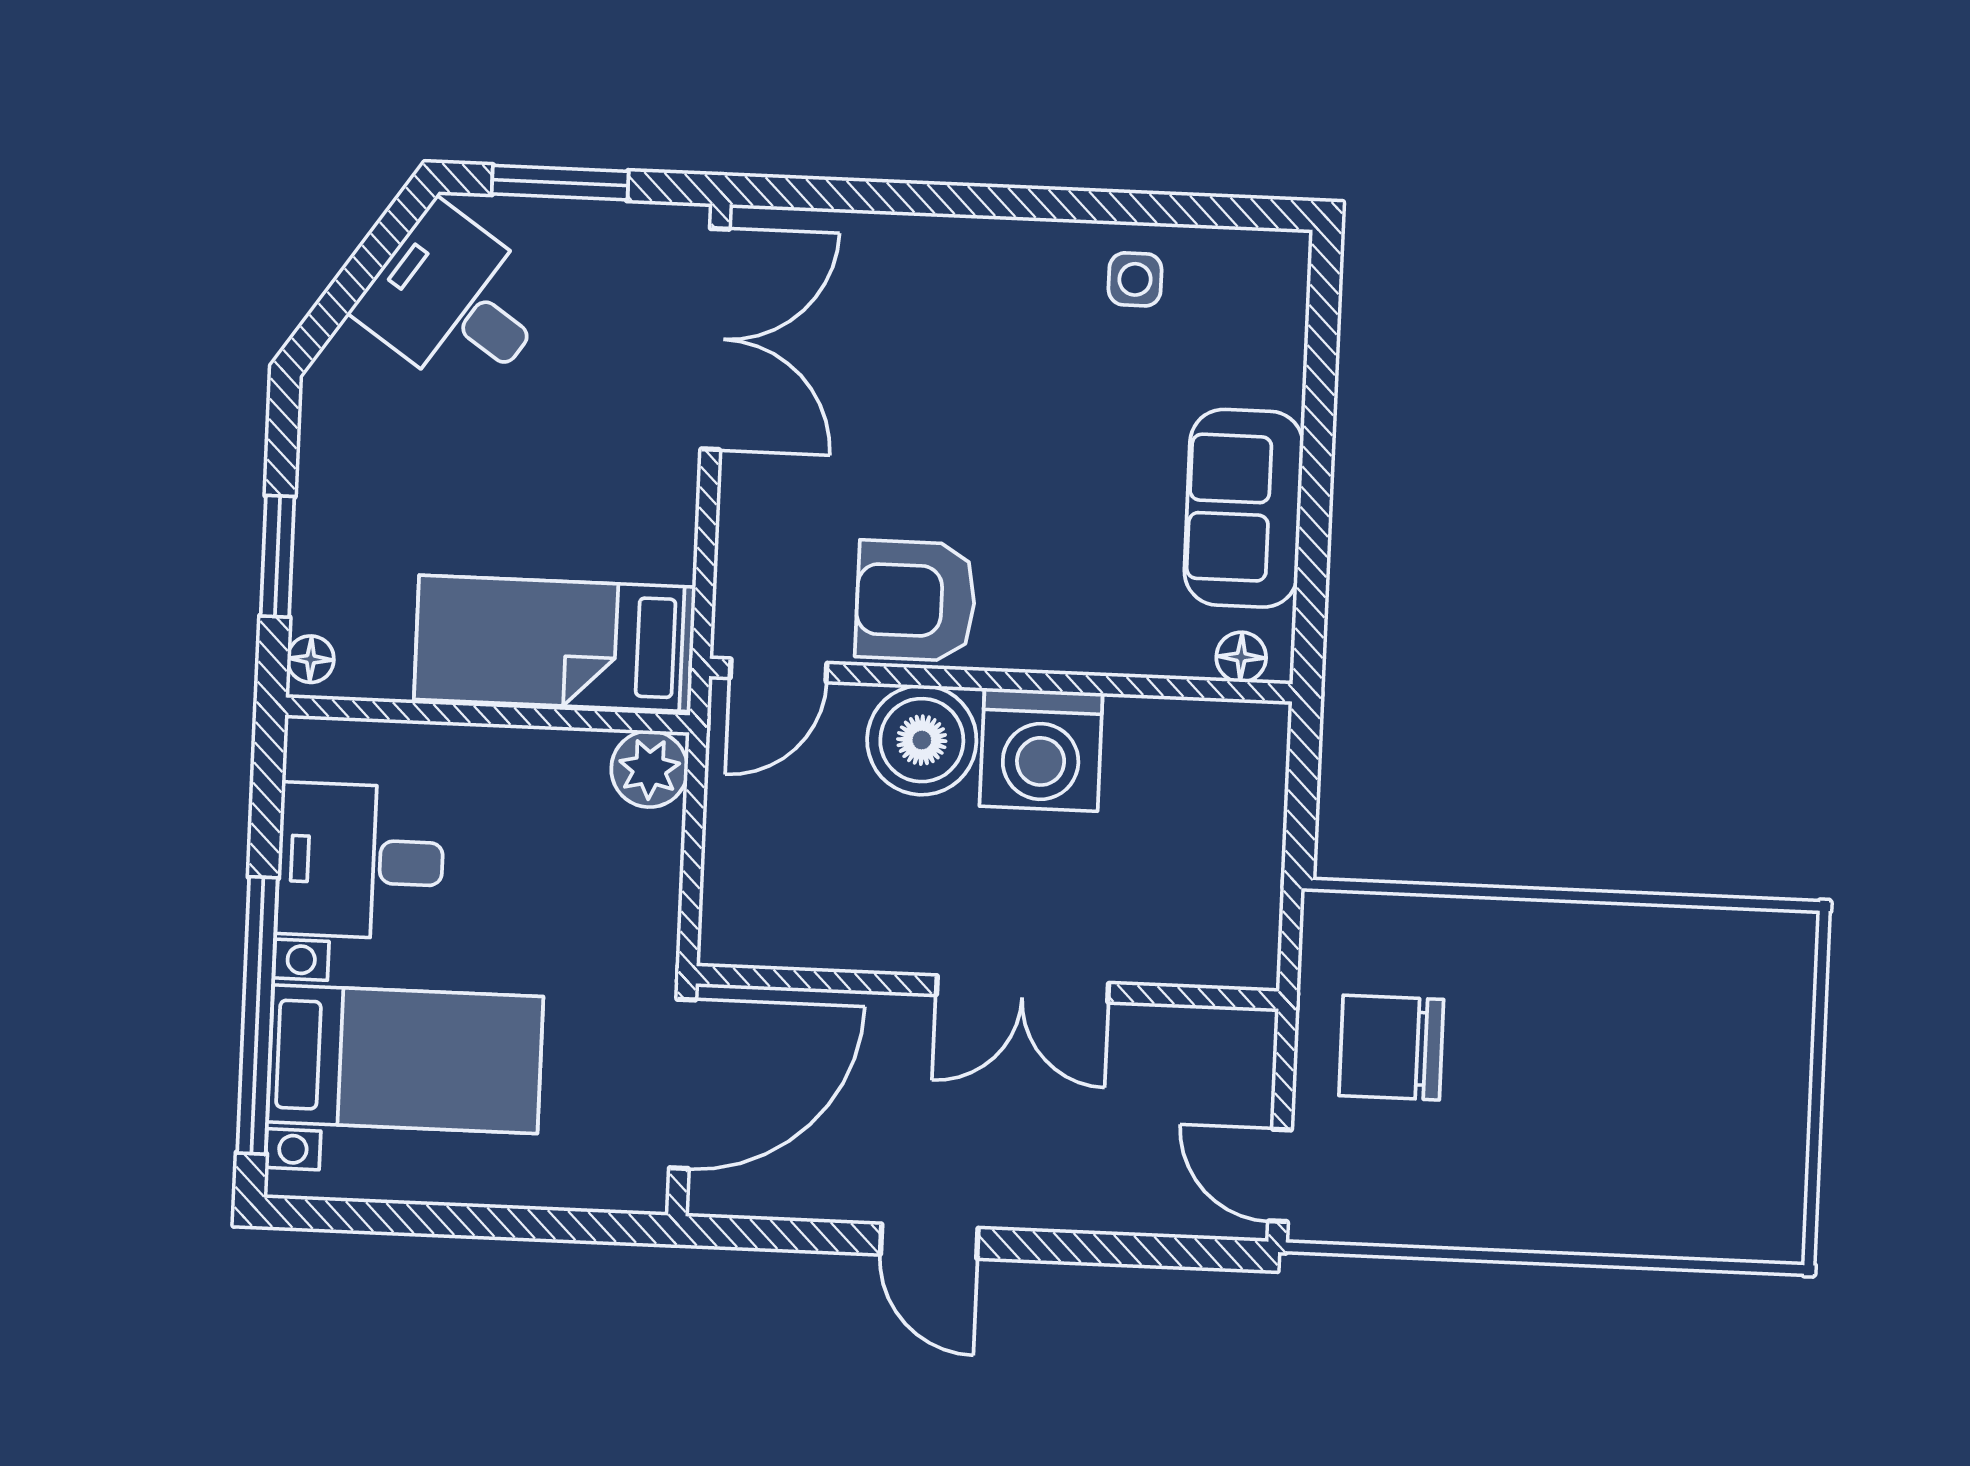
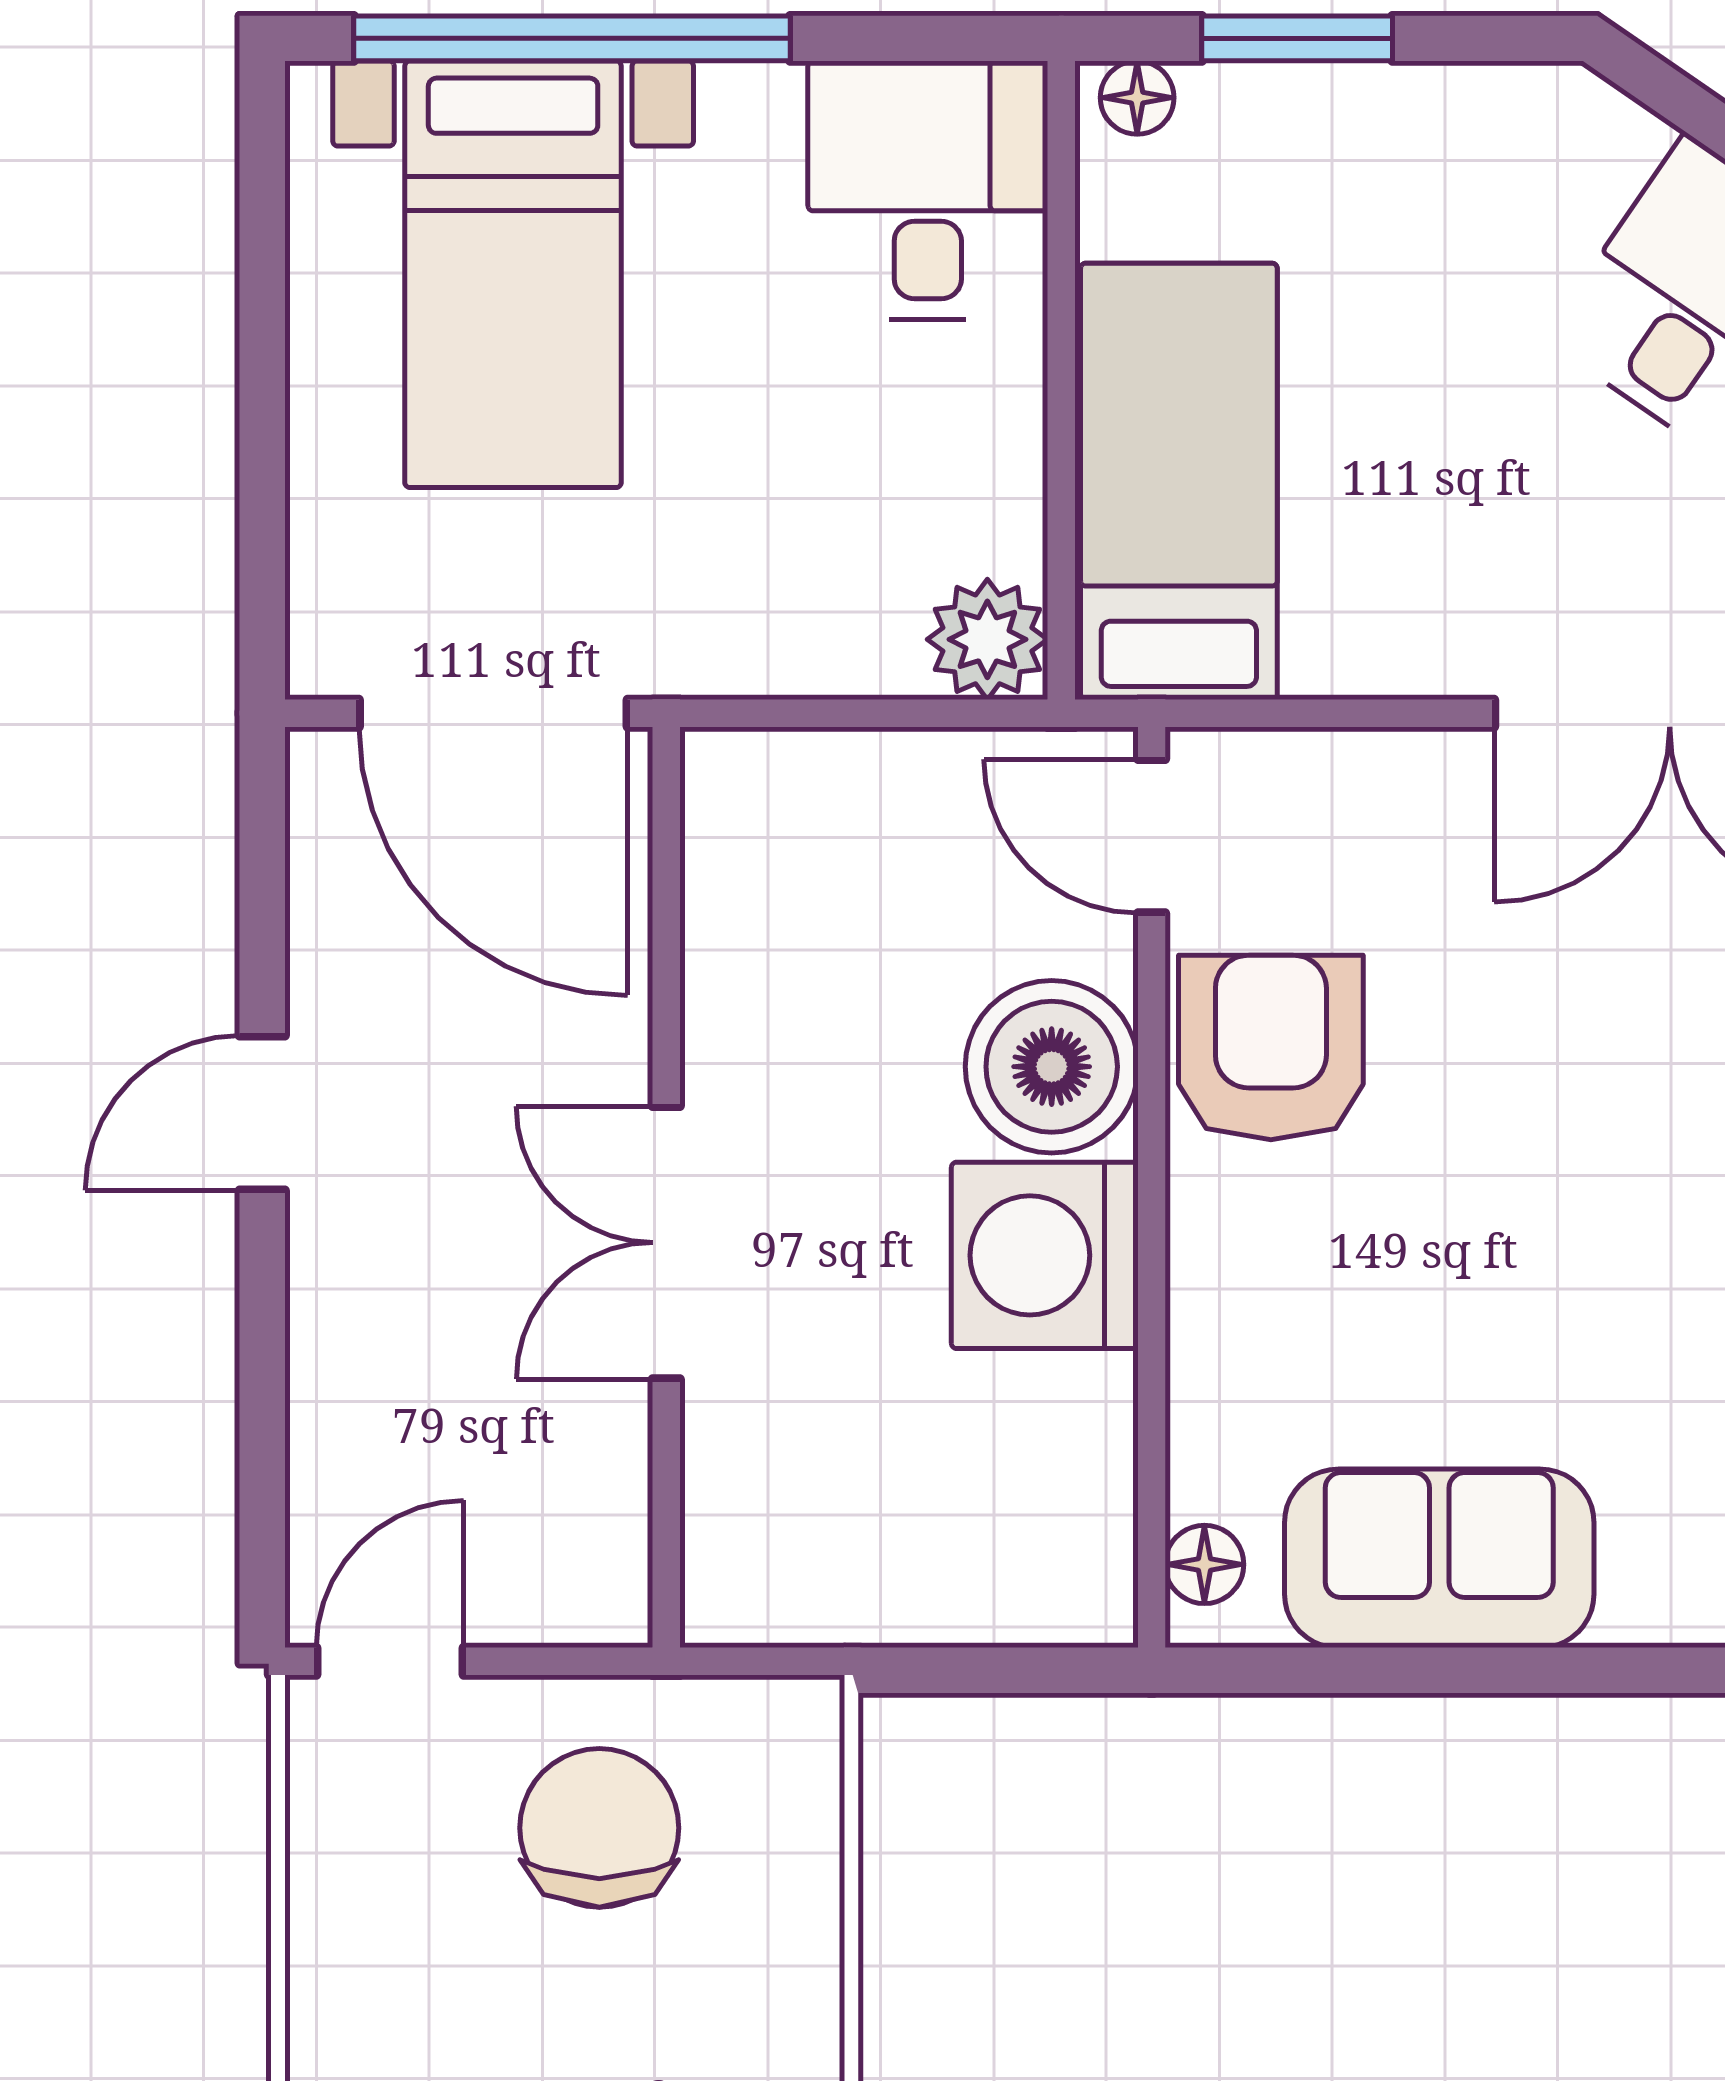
desk: (360, 861) -> (928, 190), moved

